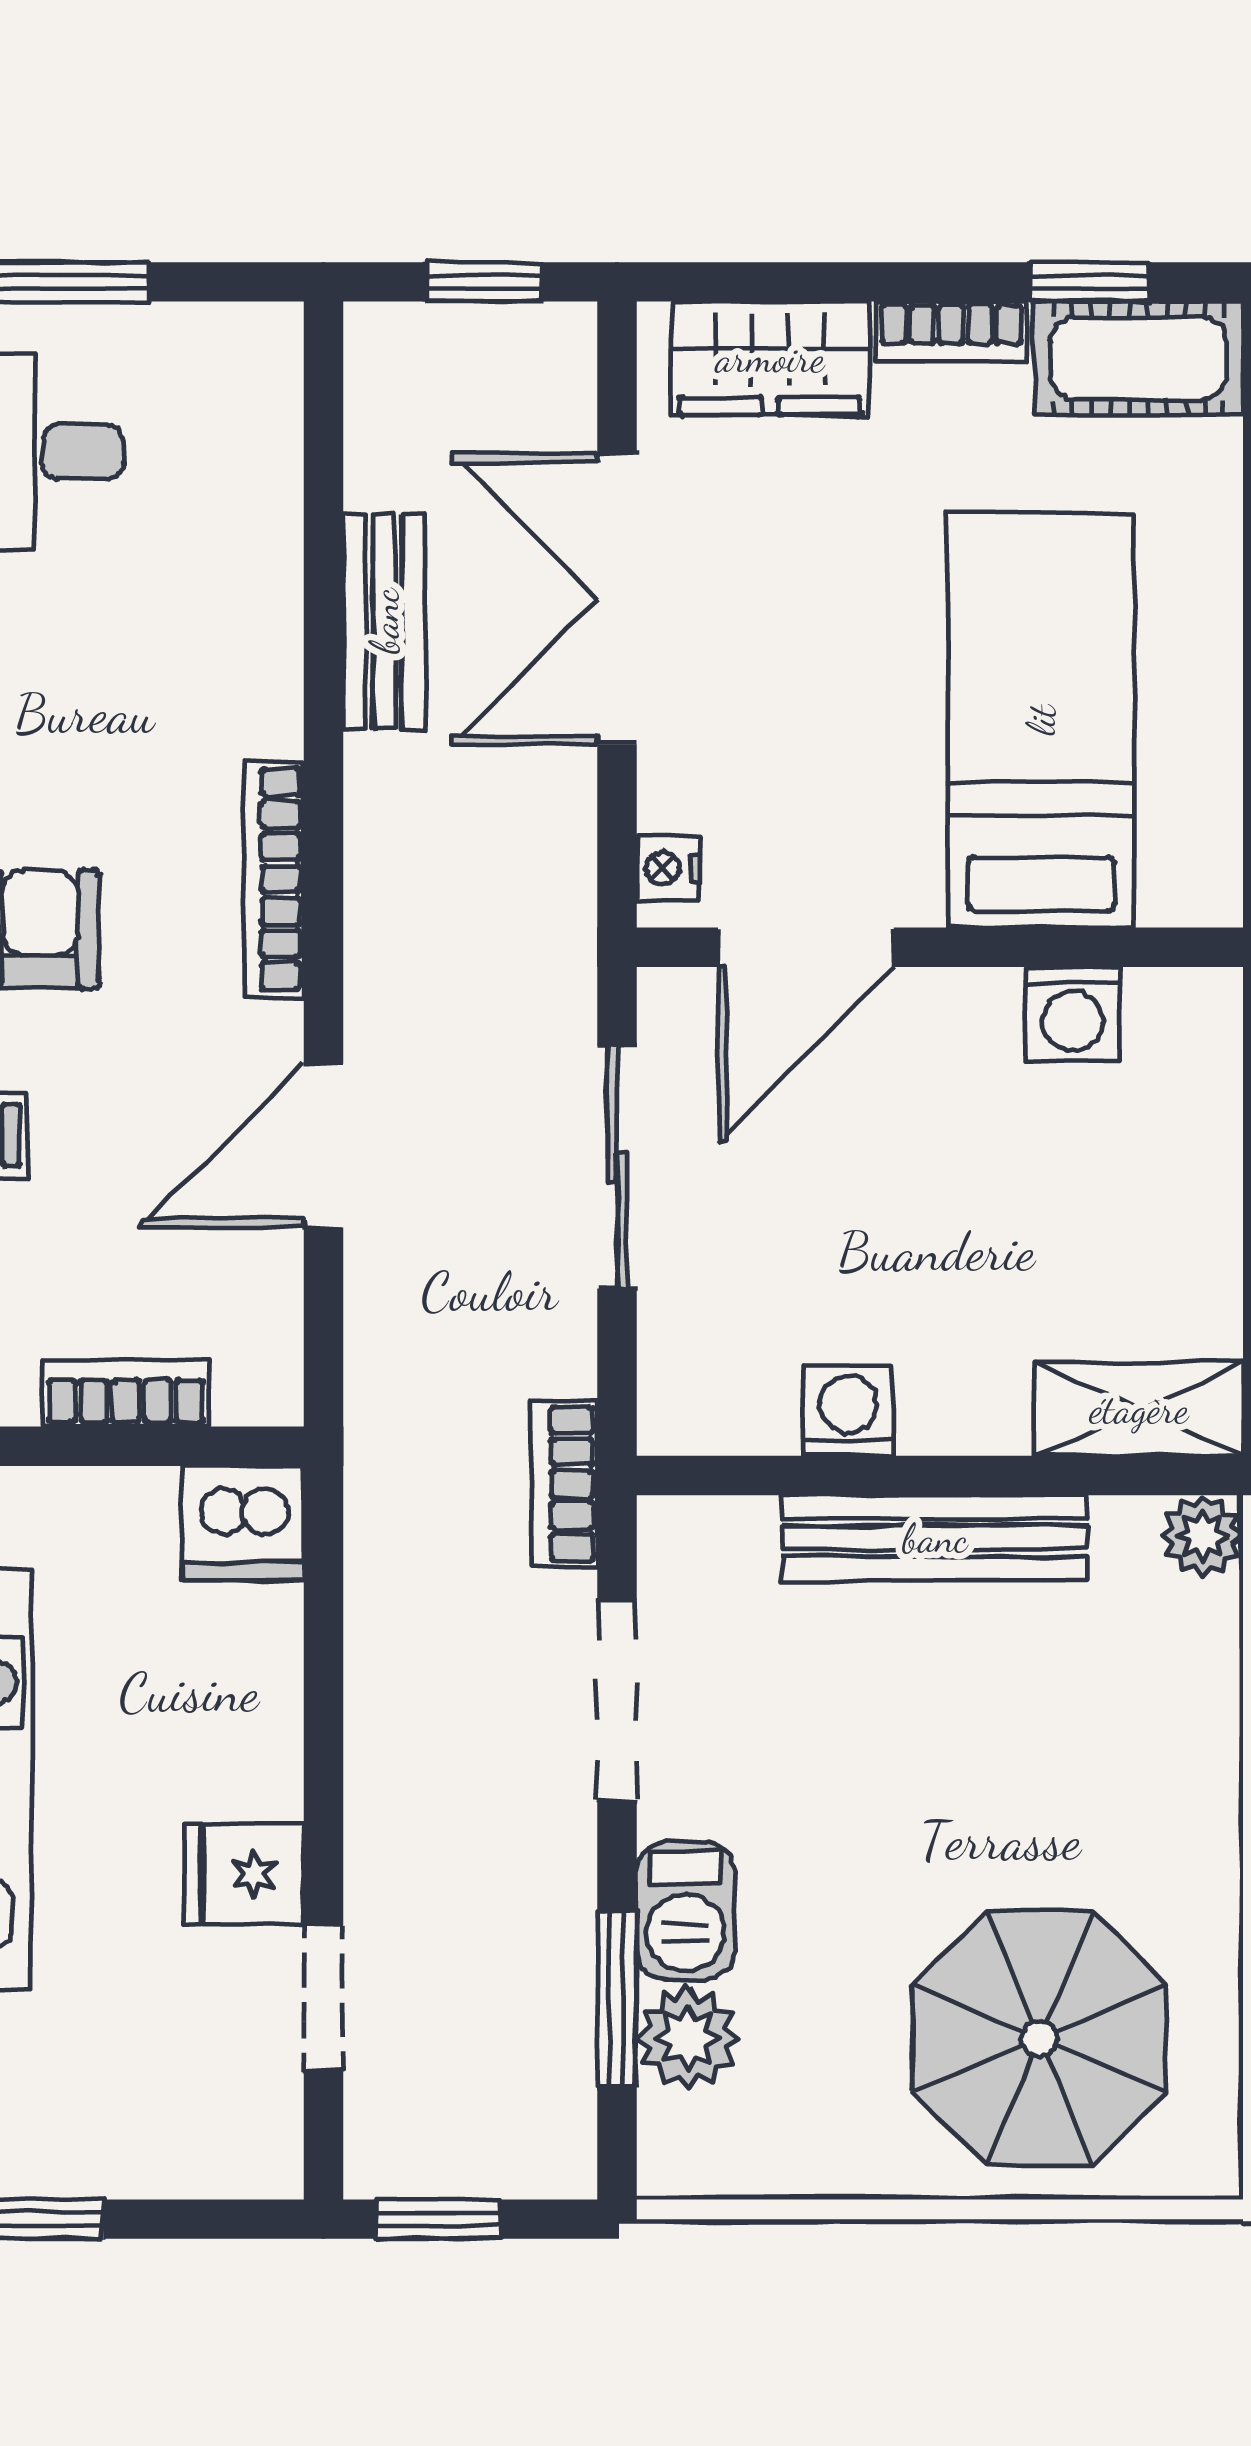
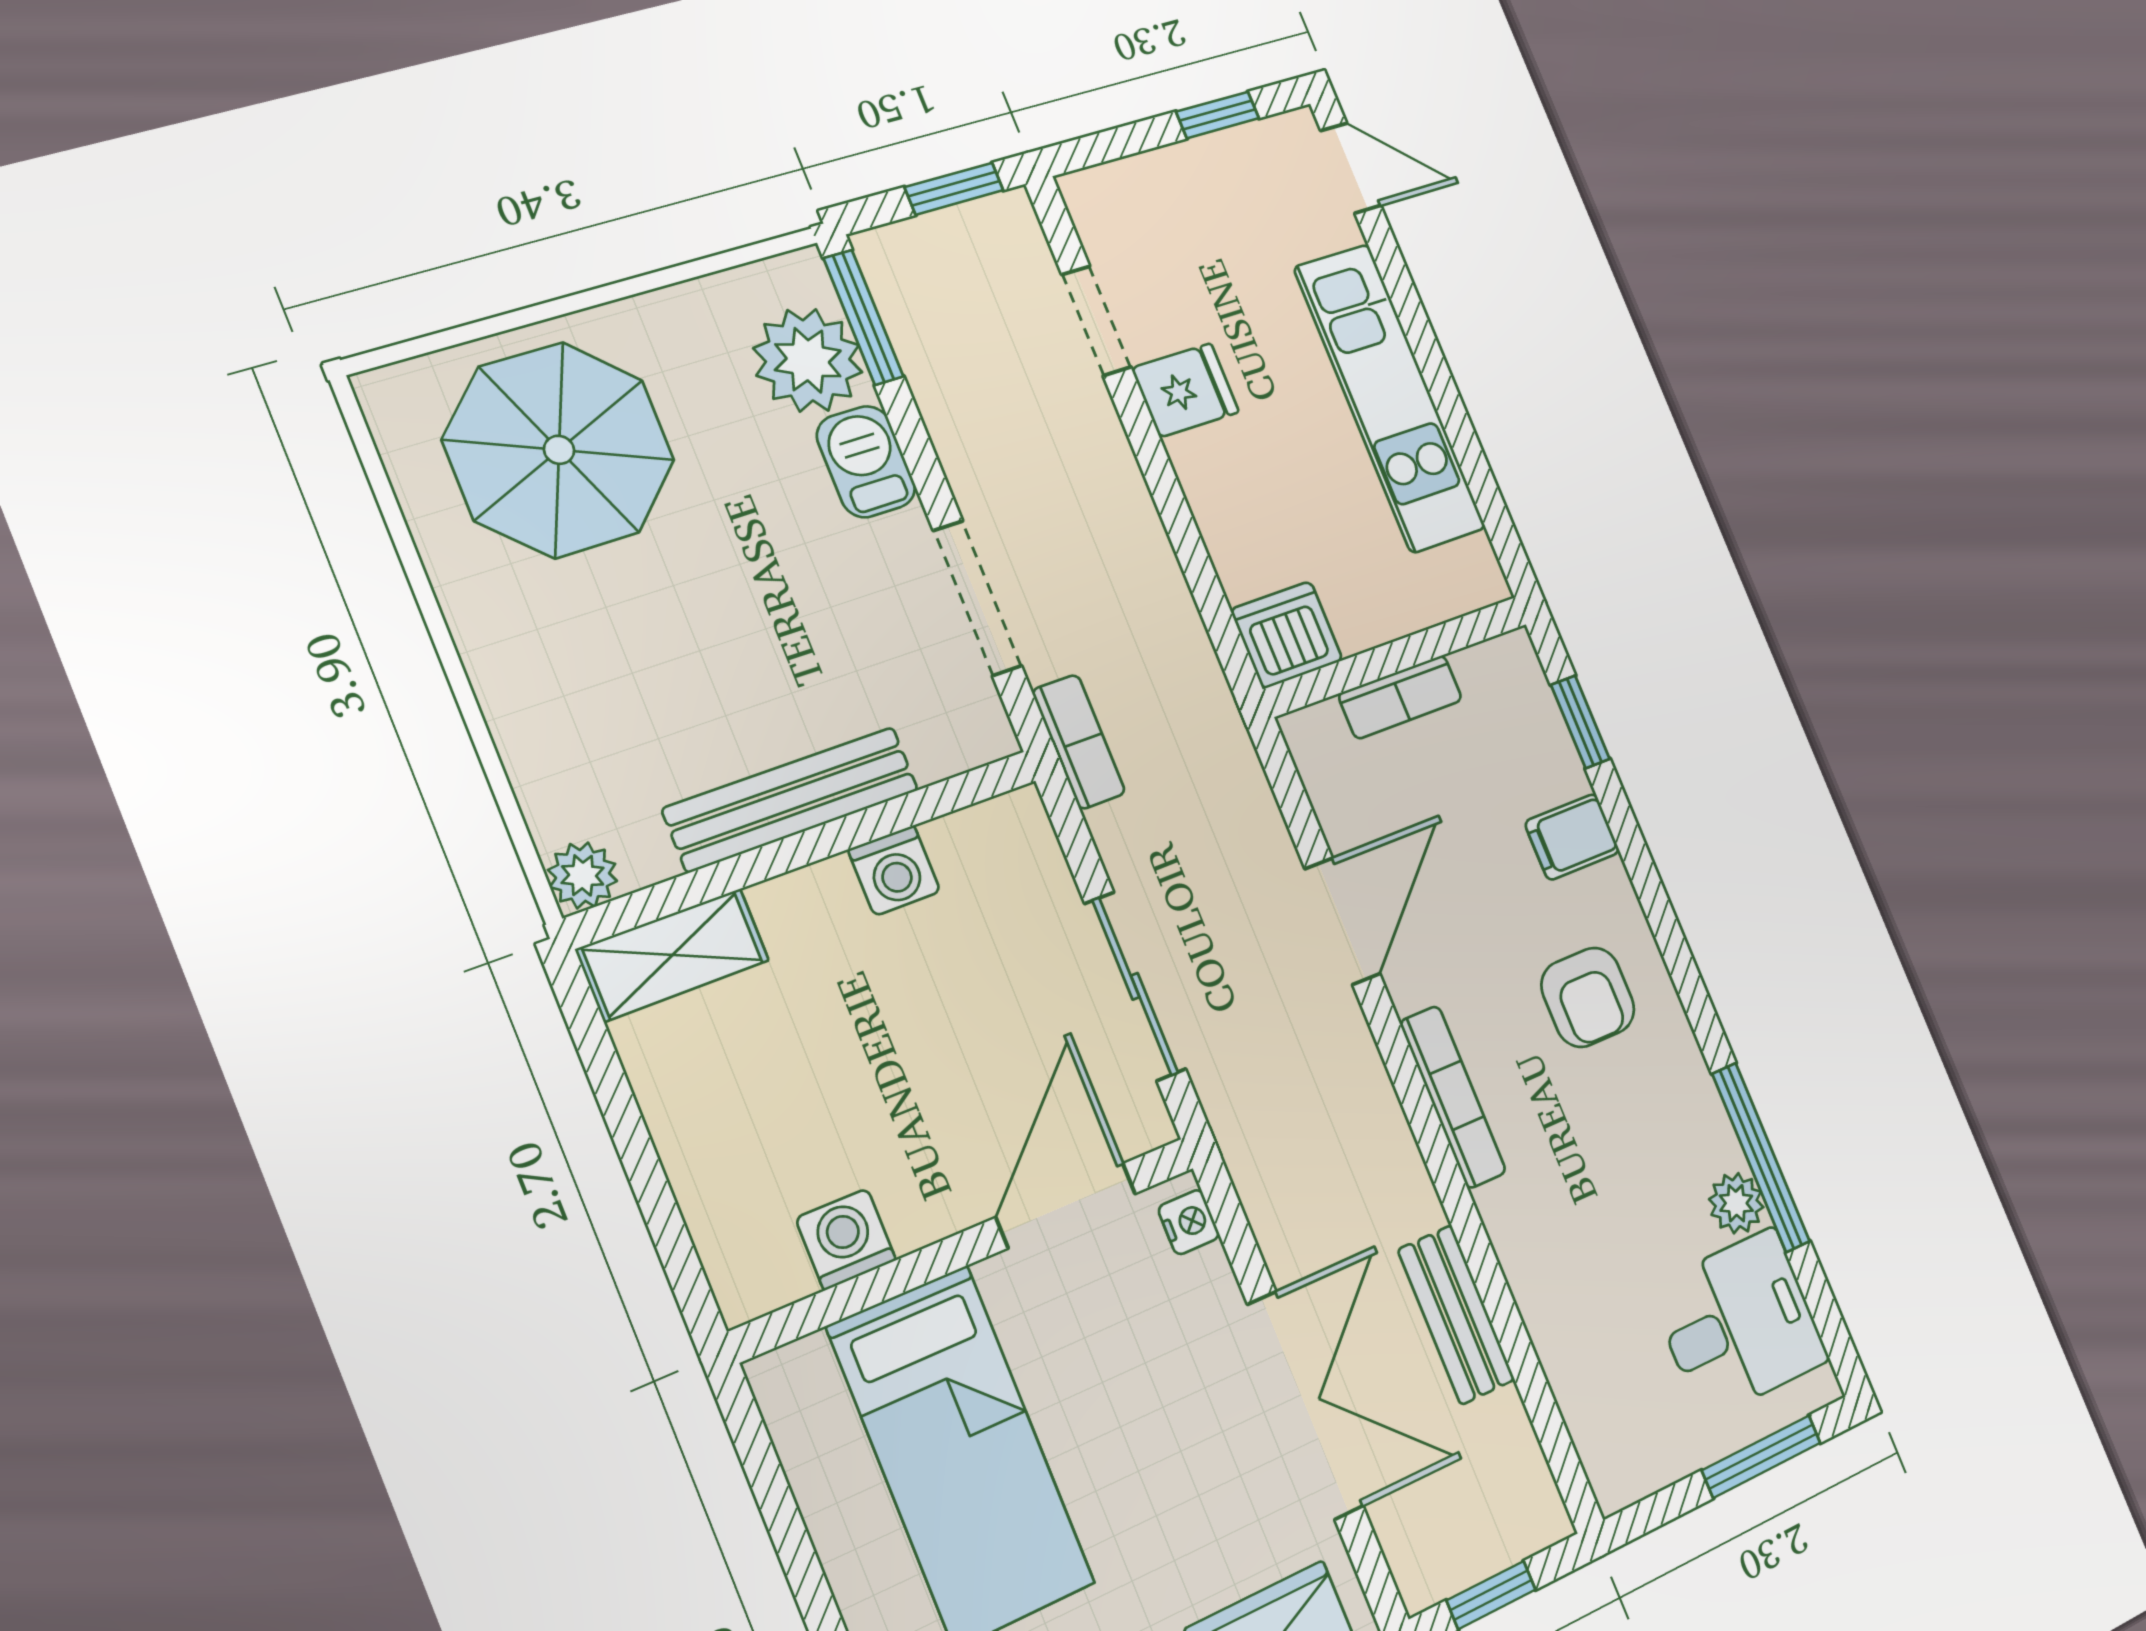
window: (617, 1999) -> (863, 317), moved
plant: (688, 2038) -> (808, 360), width x1.36, depth x1.36

